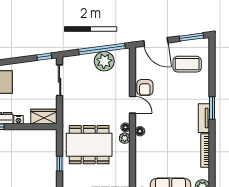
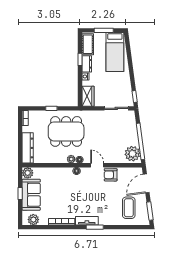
plant: (104, 61) -> (132, 154), moved
door: (133, 105) -> (97, 165), swing flipped
dining table: (89, 145) -> (66, 131), turned 90

